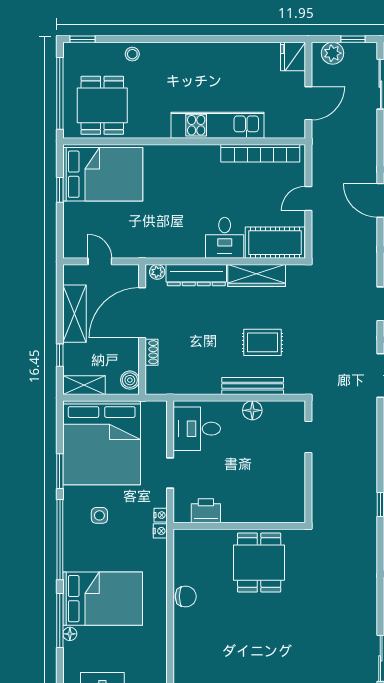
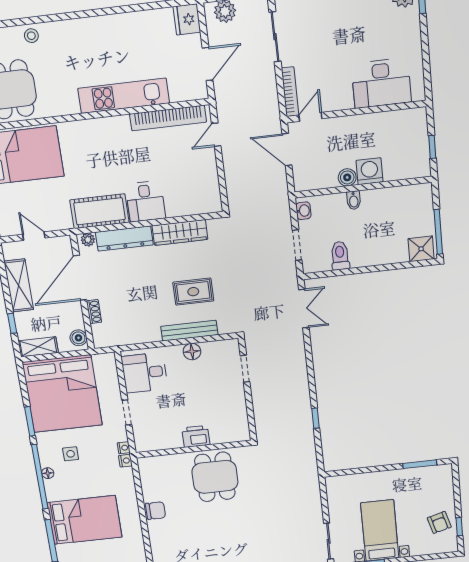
door: (308, 198) -> (216, 135), moved
cot: (275, 243) -> (99, 211), moved
printer: (206, 511) -> (196, 436), moved
floor lamp: (70, 634) -> (48, 473), moved

